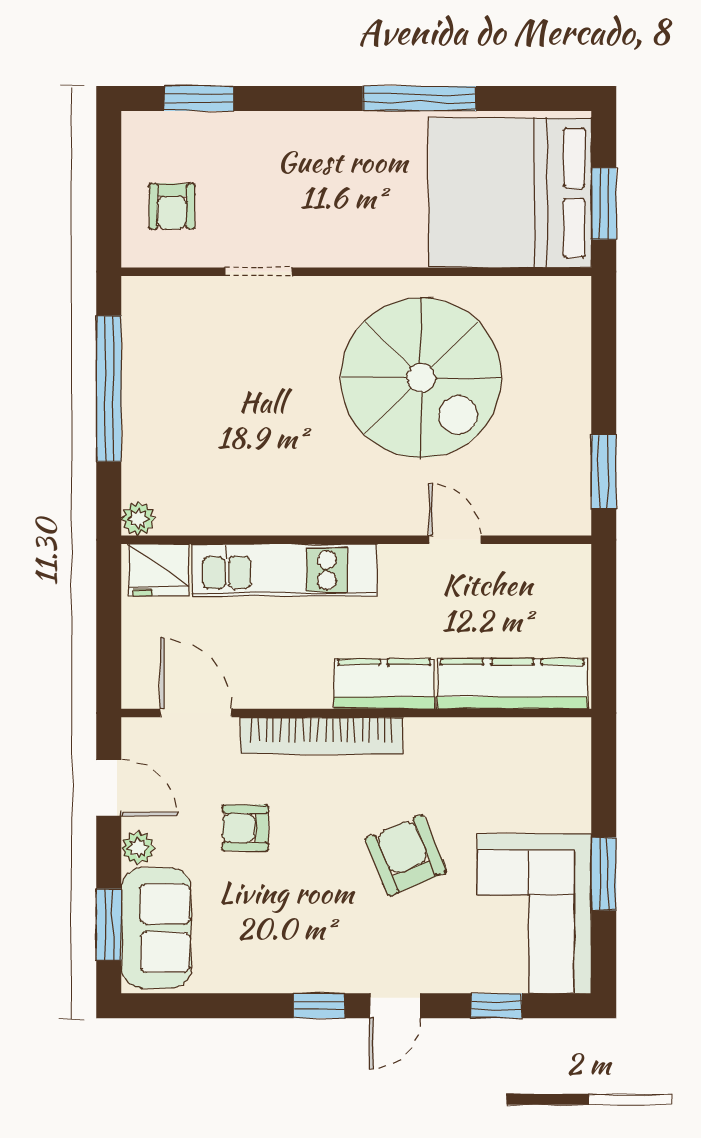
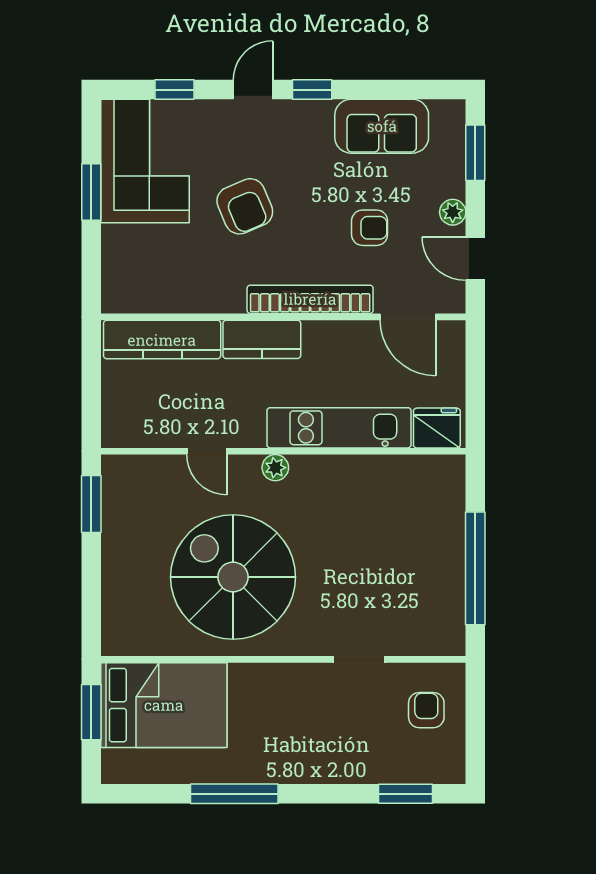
bed: (510, 193) -> (164, 705), width x0.73
plant: (138, 519) -> (275, 468), moved
sofa: (156, 928) -> (382, 126), moved, turned -90

